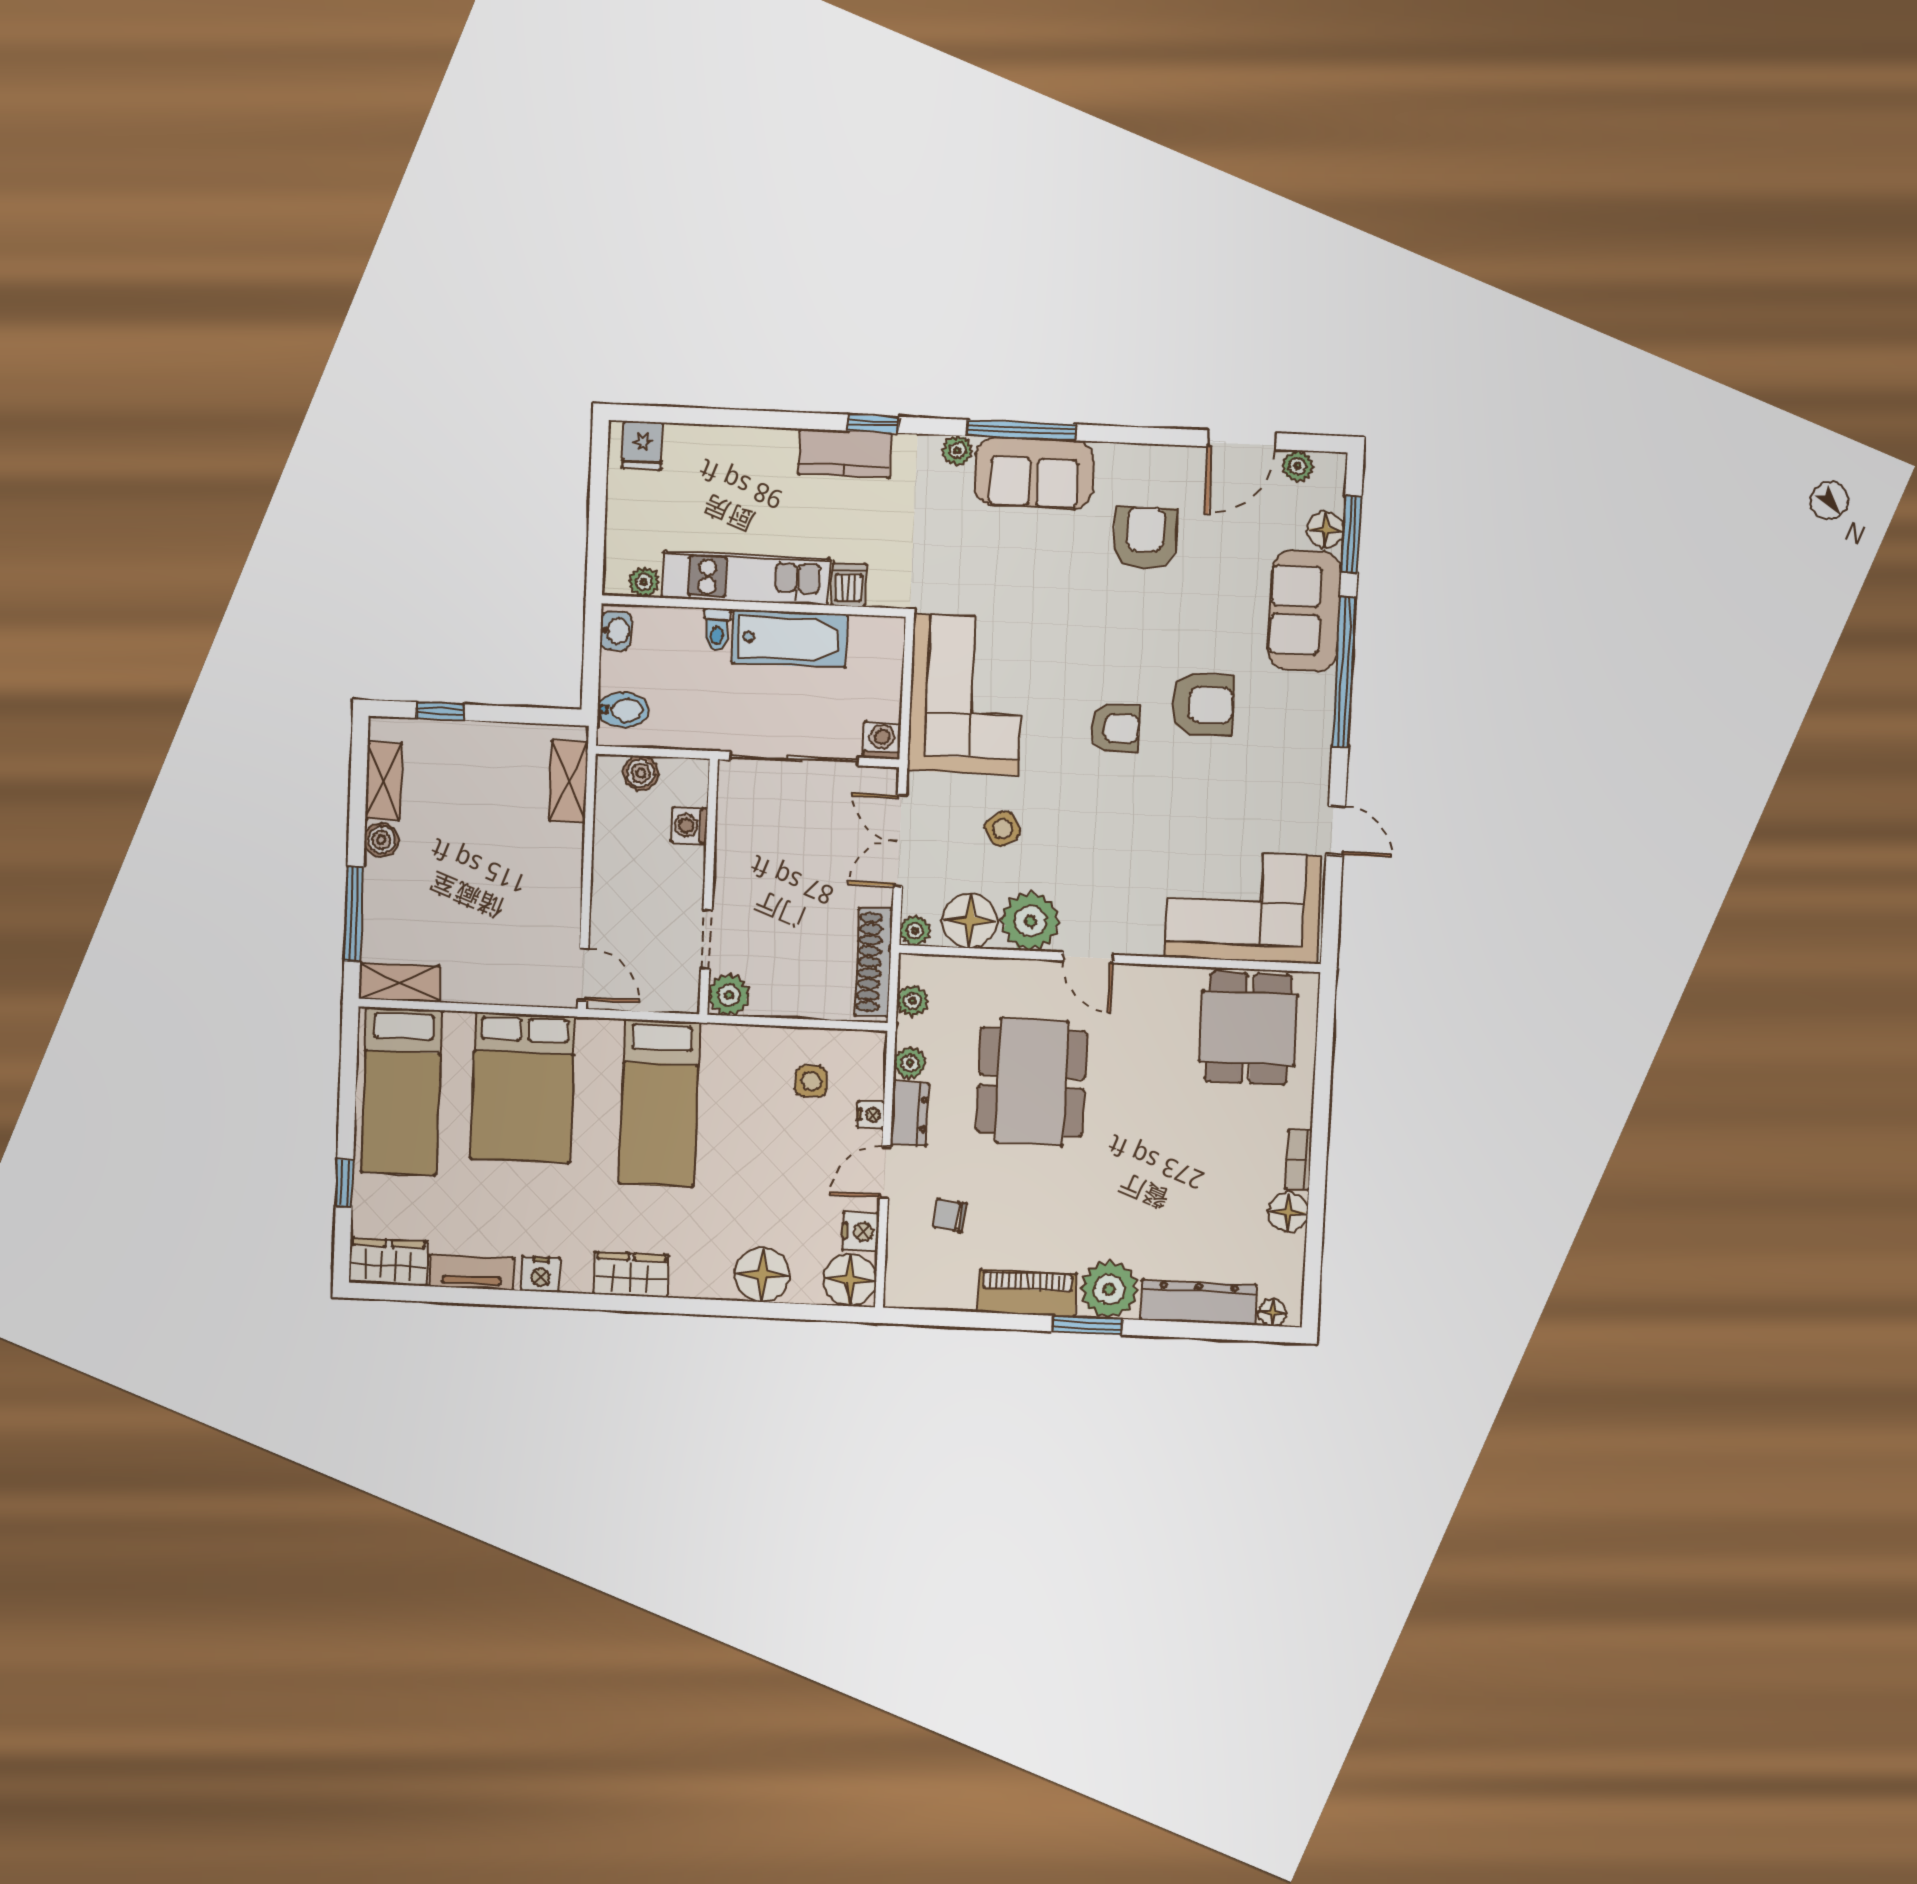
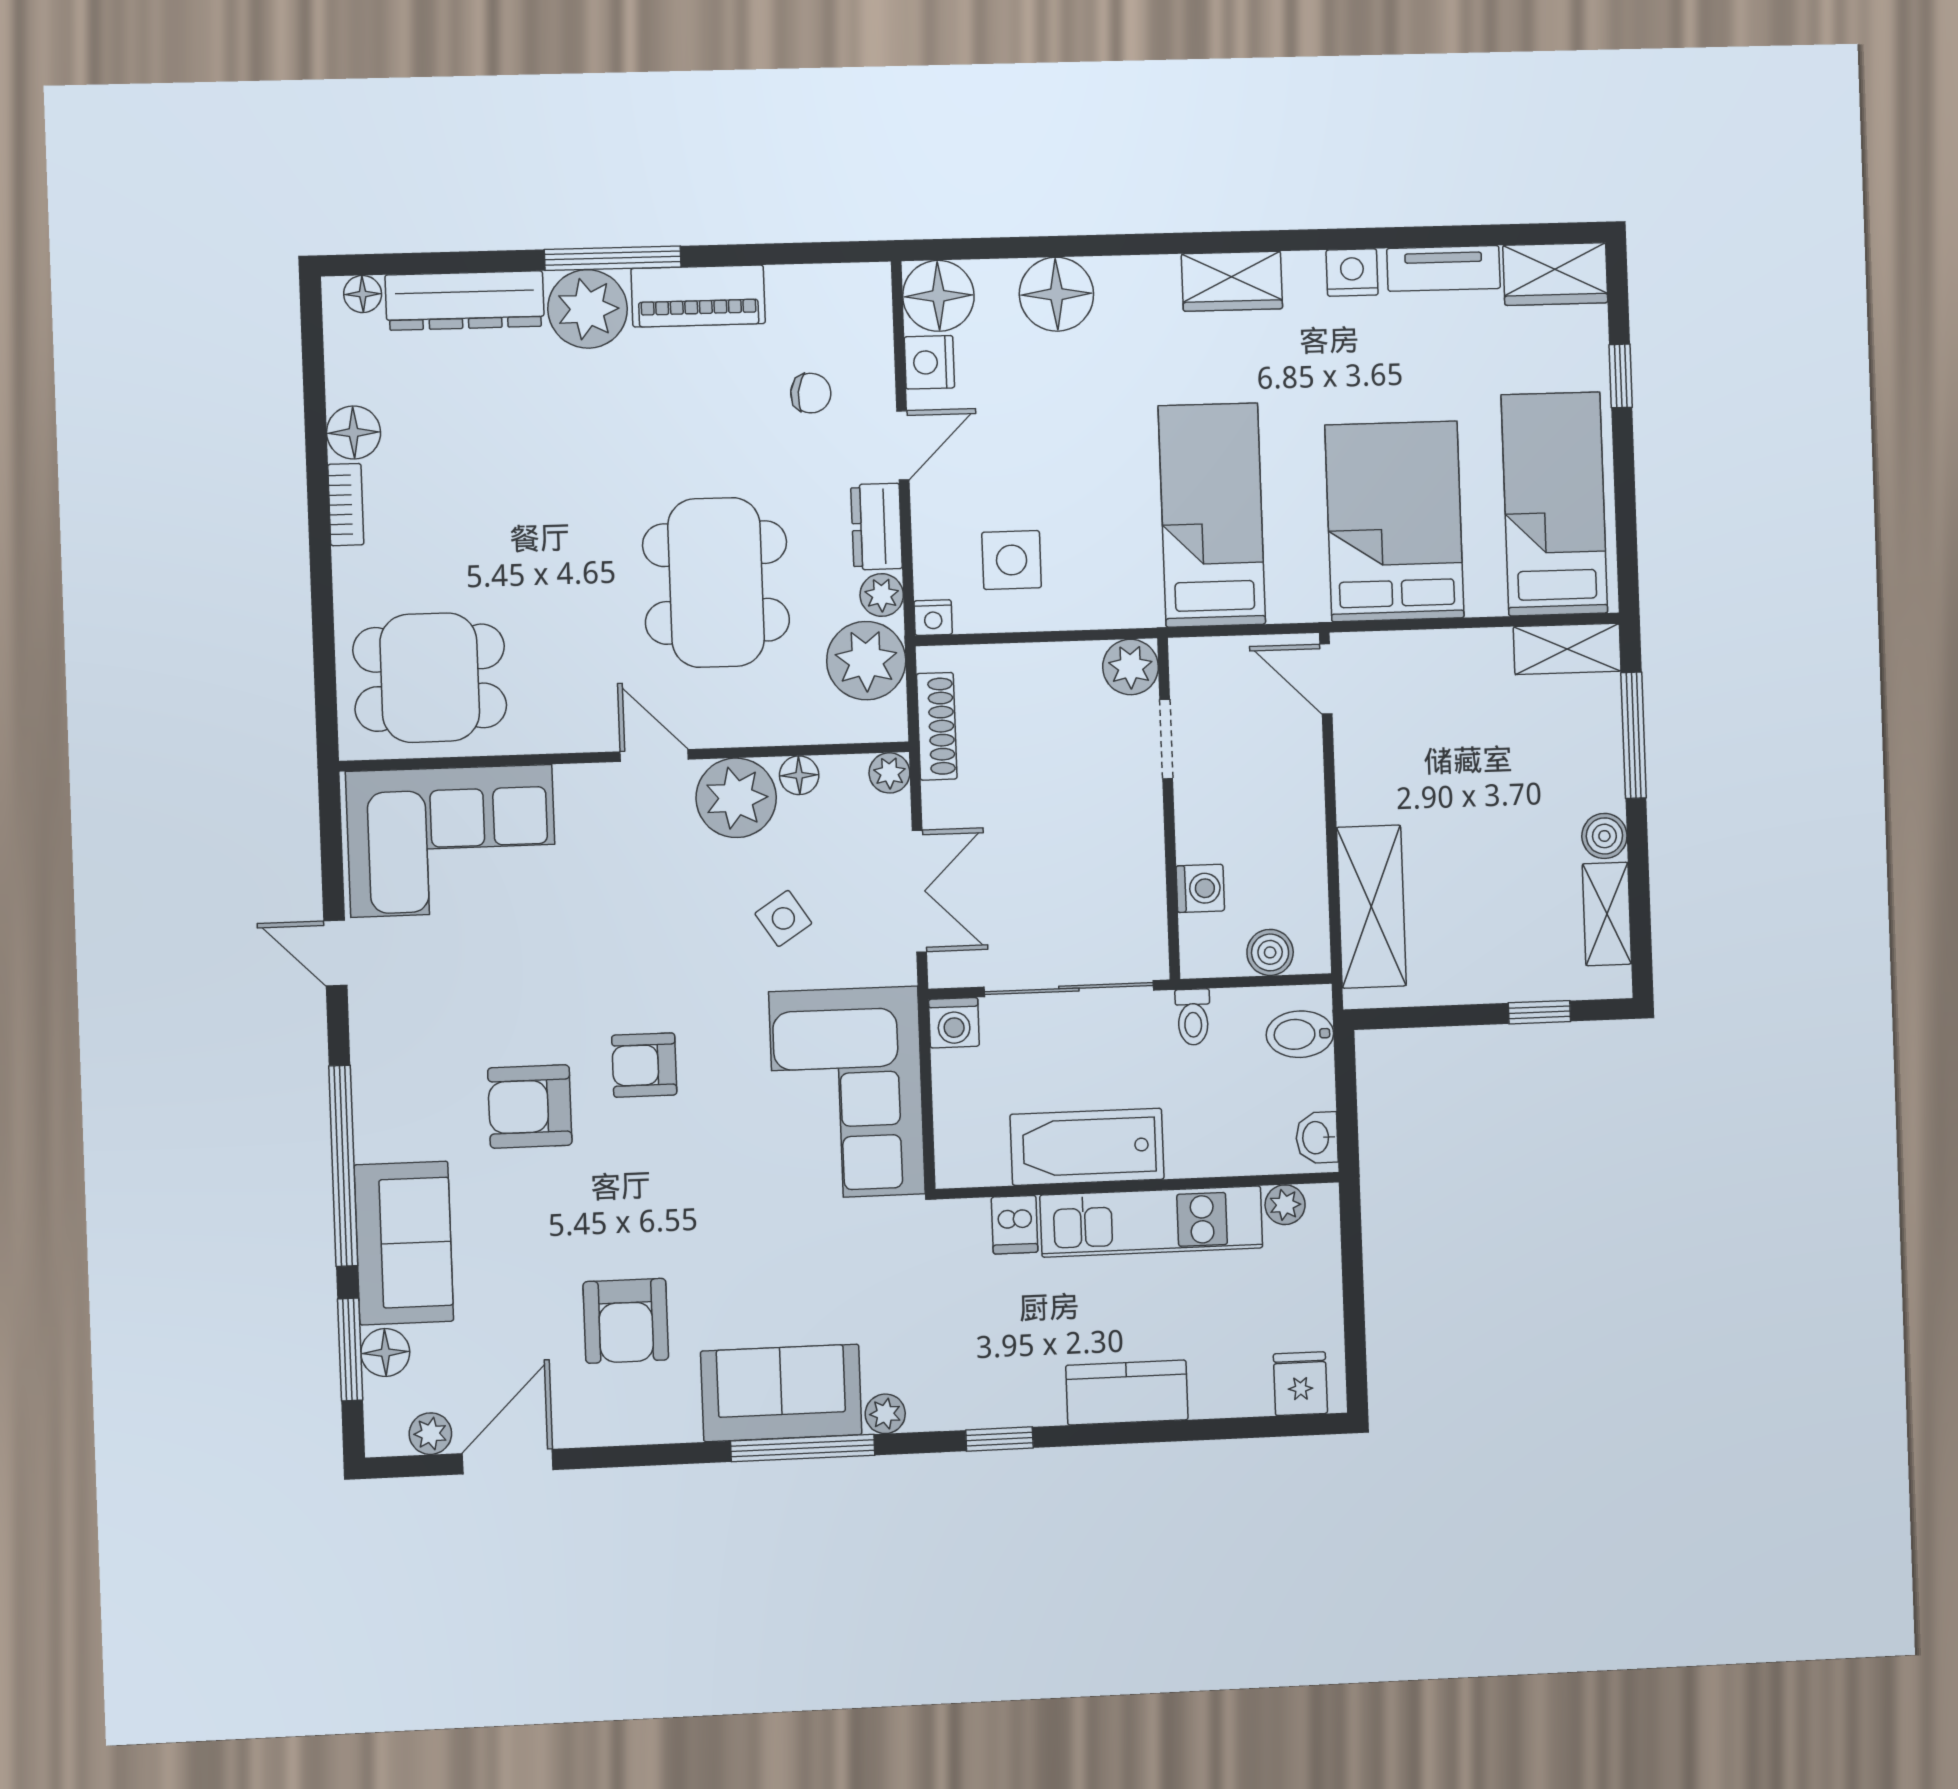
kitchen counter: (845, 453) -> (1127, 1393), moved
toilet: (717, 630) -> (1193, 1017), moved, turned 180
shelving: (568, 781) -> (1371, 907), width x1.50, depth x1.33
floor lamp: (970, 921) -> (799, 775), width x0.53, depth x0.53
shoe rack: (874, 962) -> (937, 726), width x0.74, depth x0.81
plant: (912, 1001) -> (866, 661), width x1.87, depth x1.87
dining table: (1248, 1028) -> (430, 678), turned 90
side table: (811, 1081) -> (1012, 560), width x1.37, depth x1.37
nightstand: (871, 1115) -> (933, 618), moved, turned -90
window: (1087, 1325) -> (613, 258), width x1.44

